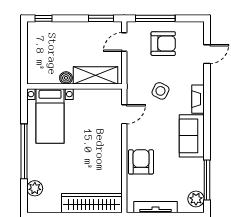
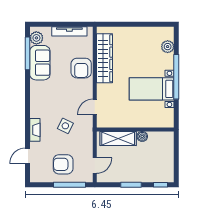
window: (101, 18) -> (131, 185), moved
fireplace: (198, 99) -> (35, 130), moved
bed with nightstands: (50, 116) -> (152, 89), moved, turned -90
sofa: (192, 136) -> (40, 63), moved
wardrobe: (92, 203) -> (105, 58), moved, turned -90

